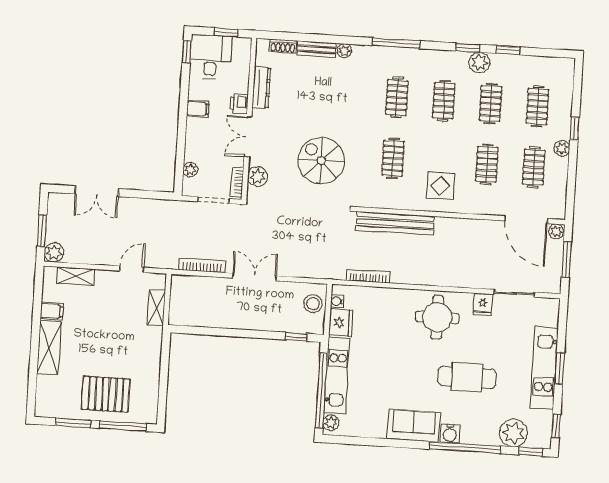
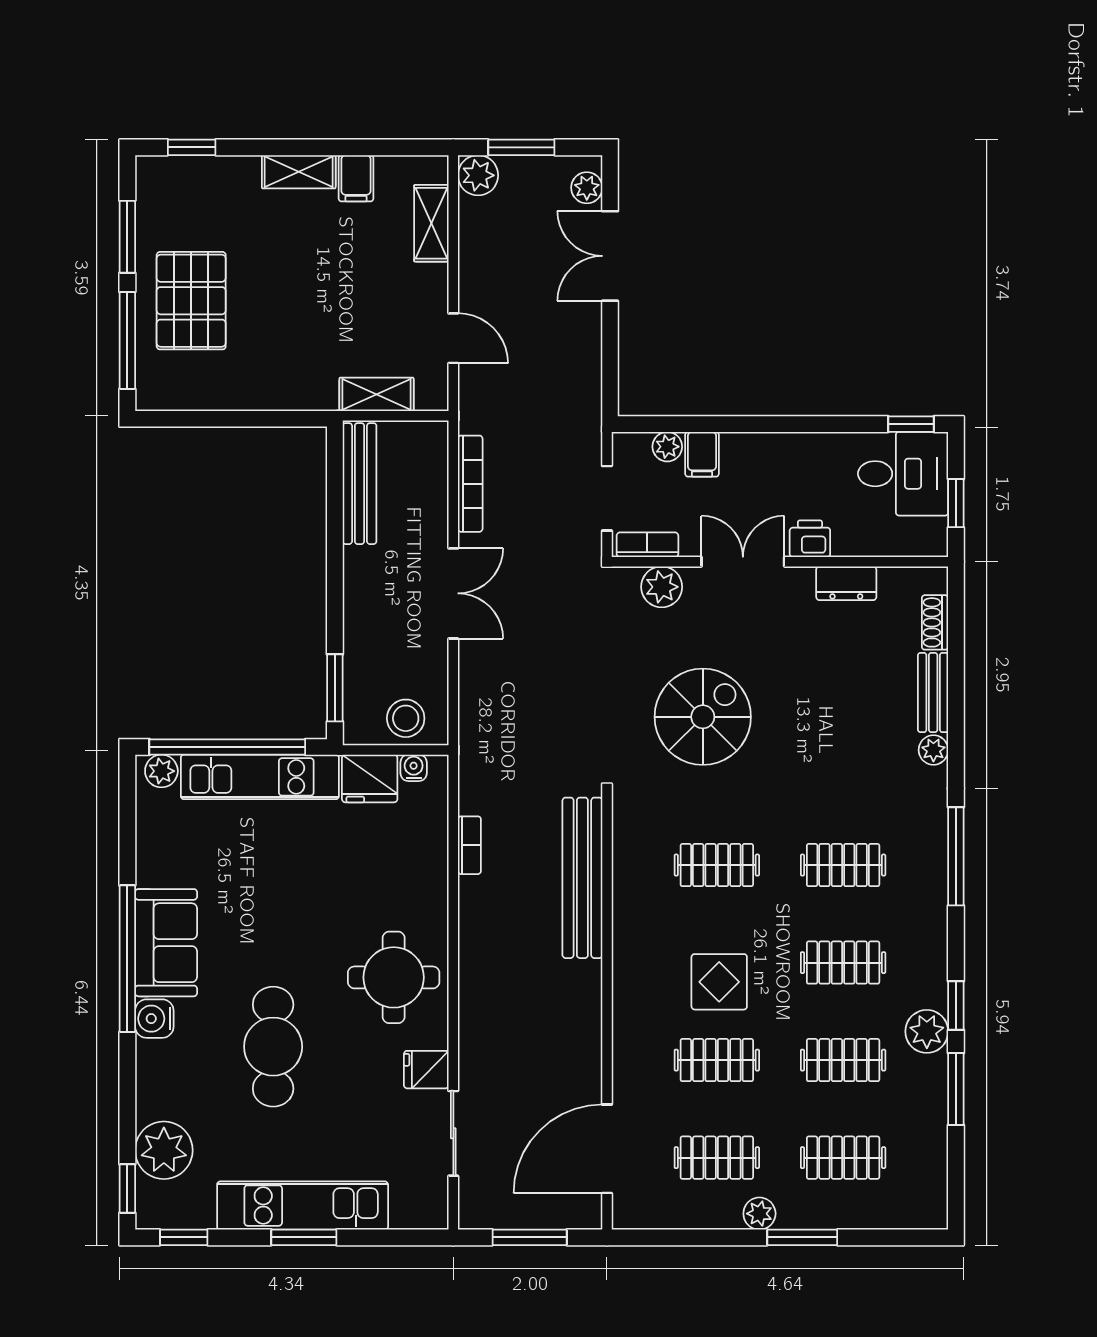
window: (508, 50) -> (956, 1089), width x1.50
dresser: (261, 88) -> (846, 583), width x0.70
filing cabinet: (198, 109) -> (702, 454), moved
window: (575, 129) -> (802, 1237), width x1.50
display table: (441, 186) -> (719, 982), moved
plant: (556, 231) -> (587, 188), moved
bookcase: (368, 276) -> (469, 845), width x0.64
bench: (199, 319) -> (360, 484), added
window: (296, 337) -> (335, 688), width x1.50
shelving: (49, 348) -> (299, 172), width x0.67, depth x0.75
window: (32, 389) -> (192, 147), added
window: (465, 448) -> (127, 959), moved

